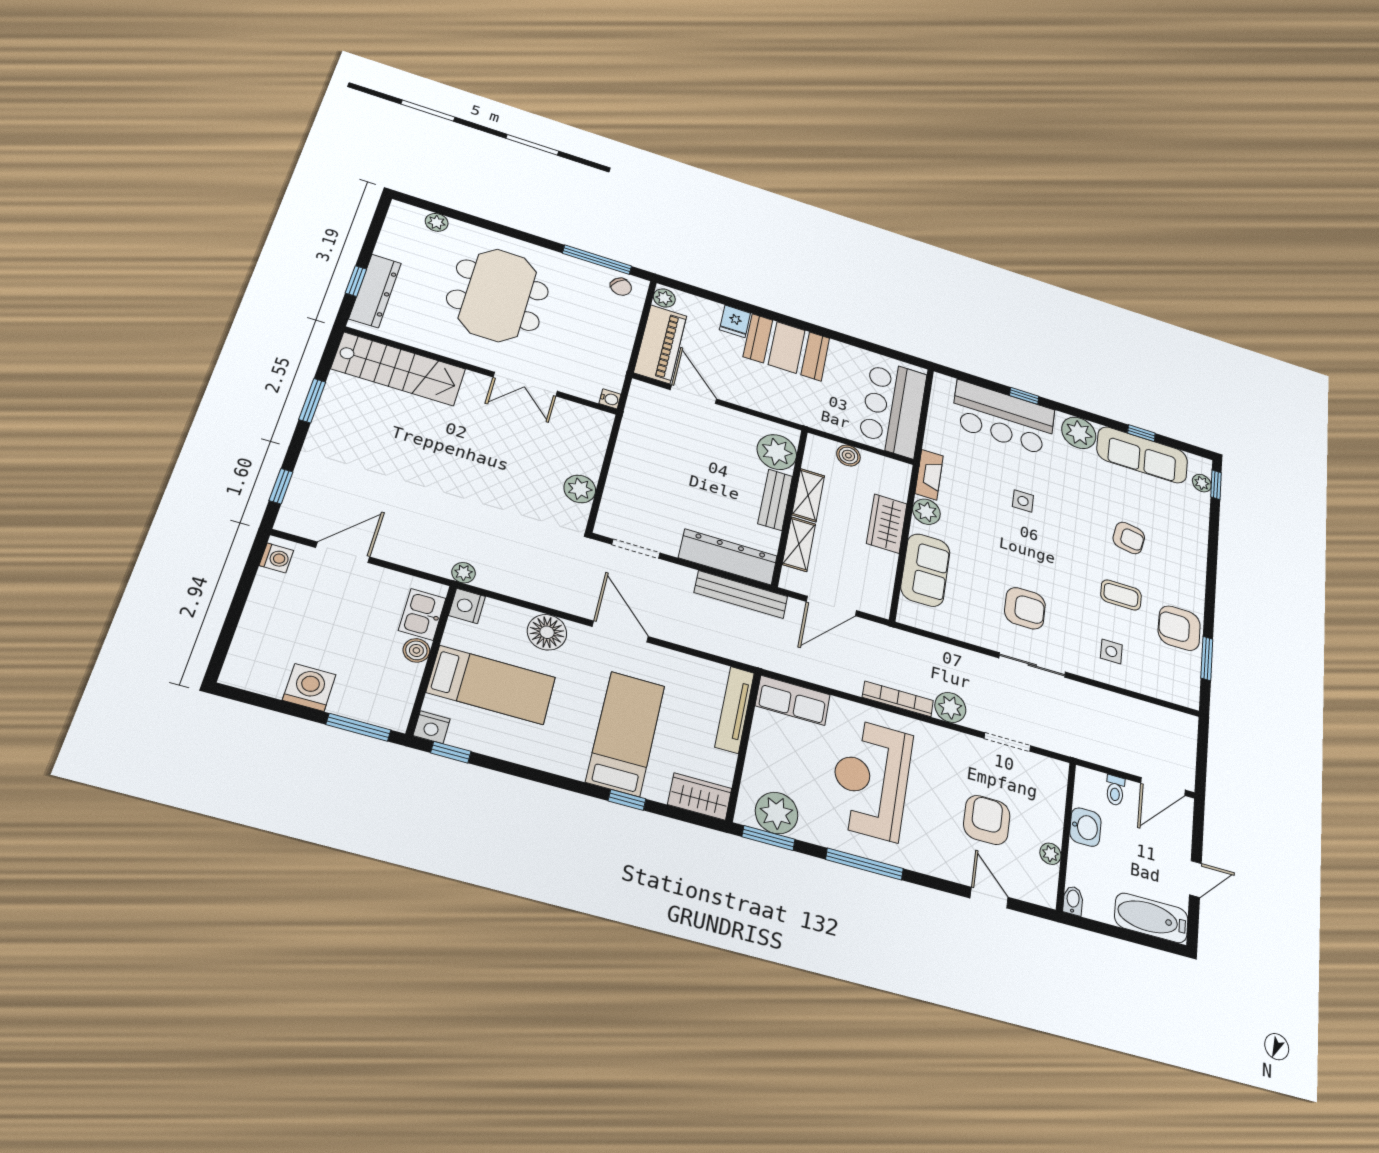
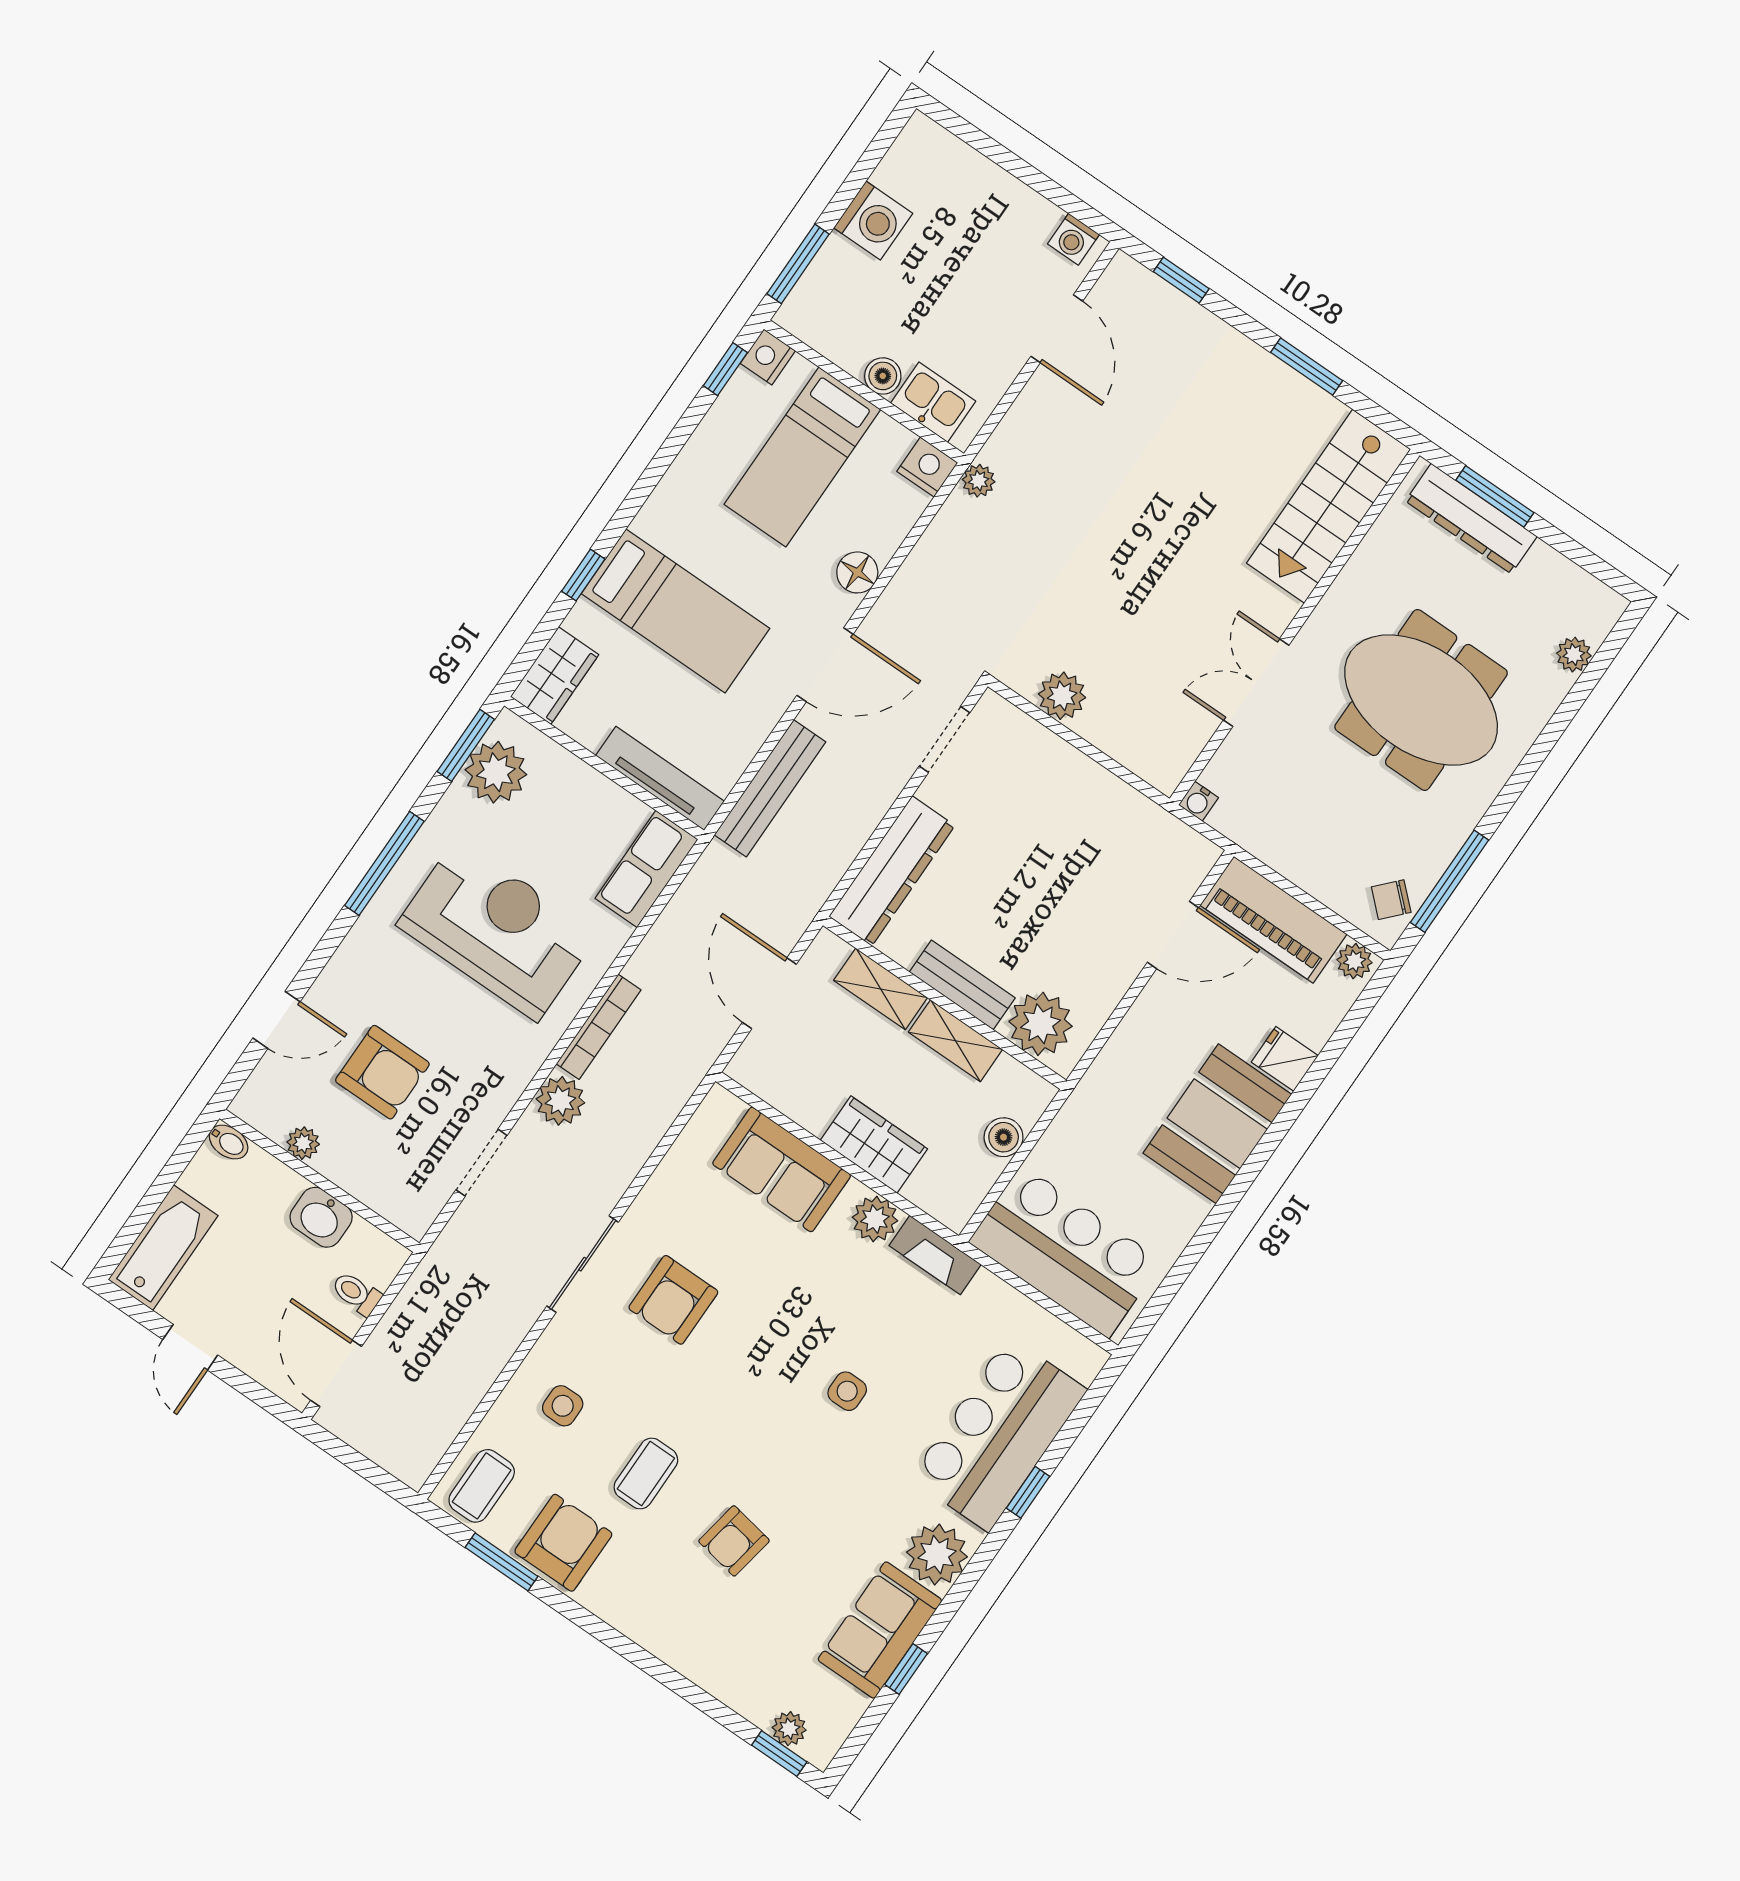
window: (356, 281) -> (1495, 496), width x1.50
sofa: (1142, 455) -> (880, 1630), width x0.73
bench: (741, 594) -> (770, 788), moved
floor lamp: (547, 632) -> (857, 572), width x0.73, depth x0.73
coffee table: (1176, 683) -> (482, 1486), added

